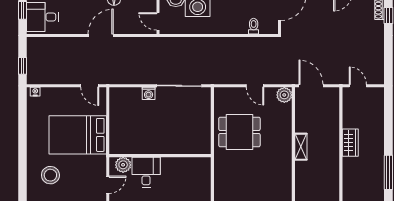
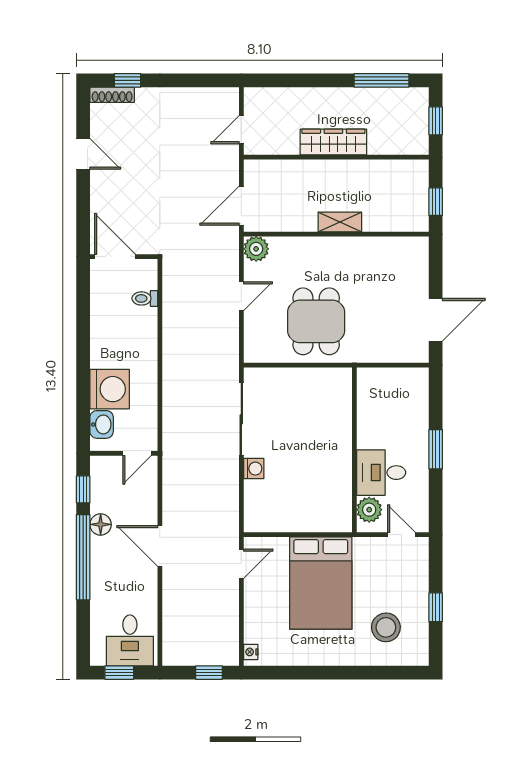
wardrobe: (350, 143) -> (333, 142), width x1.50

